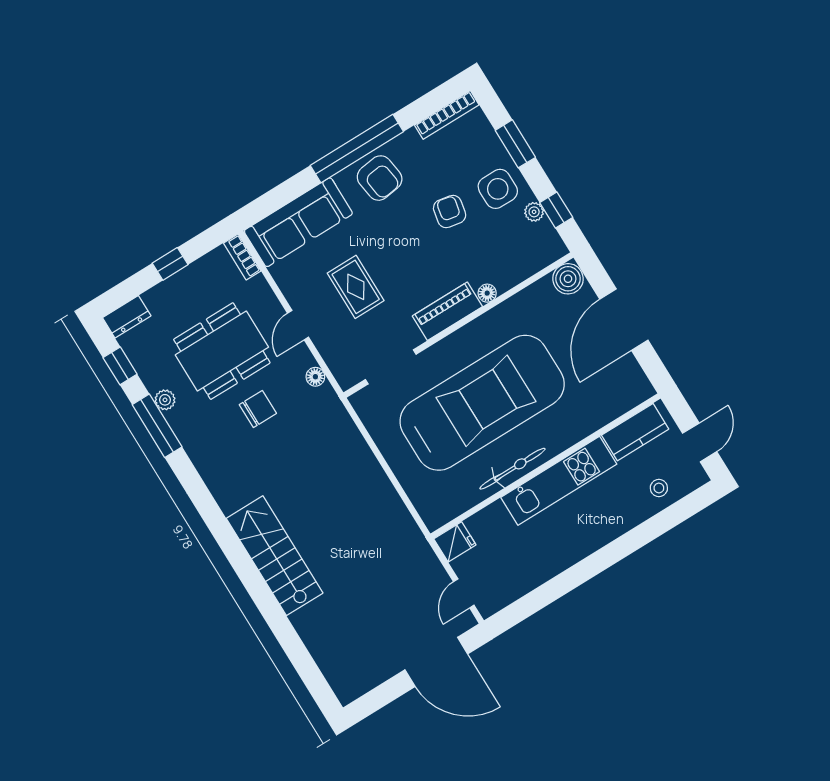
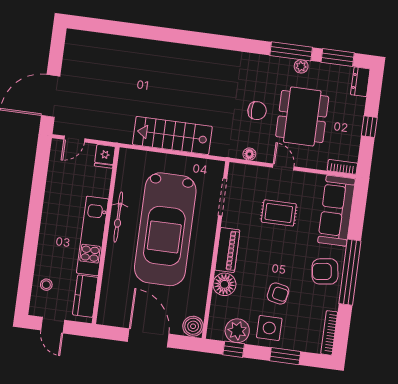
plant: (534, 212) -> (237, 331), width x1.87, depth x1.87
floor lamp: (487, 293) -> (224, 284), width x1.89, depth x1.89
window: (120, 366) -> (338, 58), width x1.50
chair: (258, 409) -> (257, 111), turned -90
stairs: (275, 556) -> (172, 136), moved, turned 180
door: (464, 593) -> (74, 139), swing flipped

